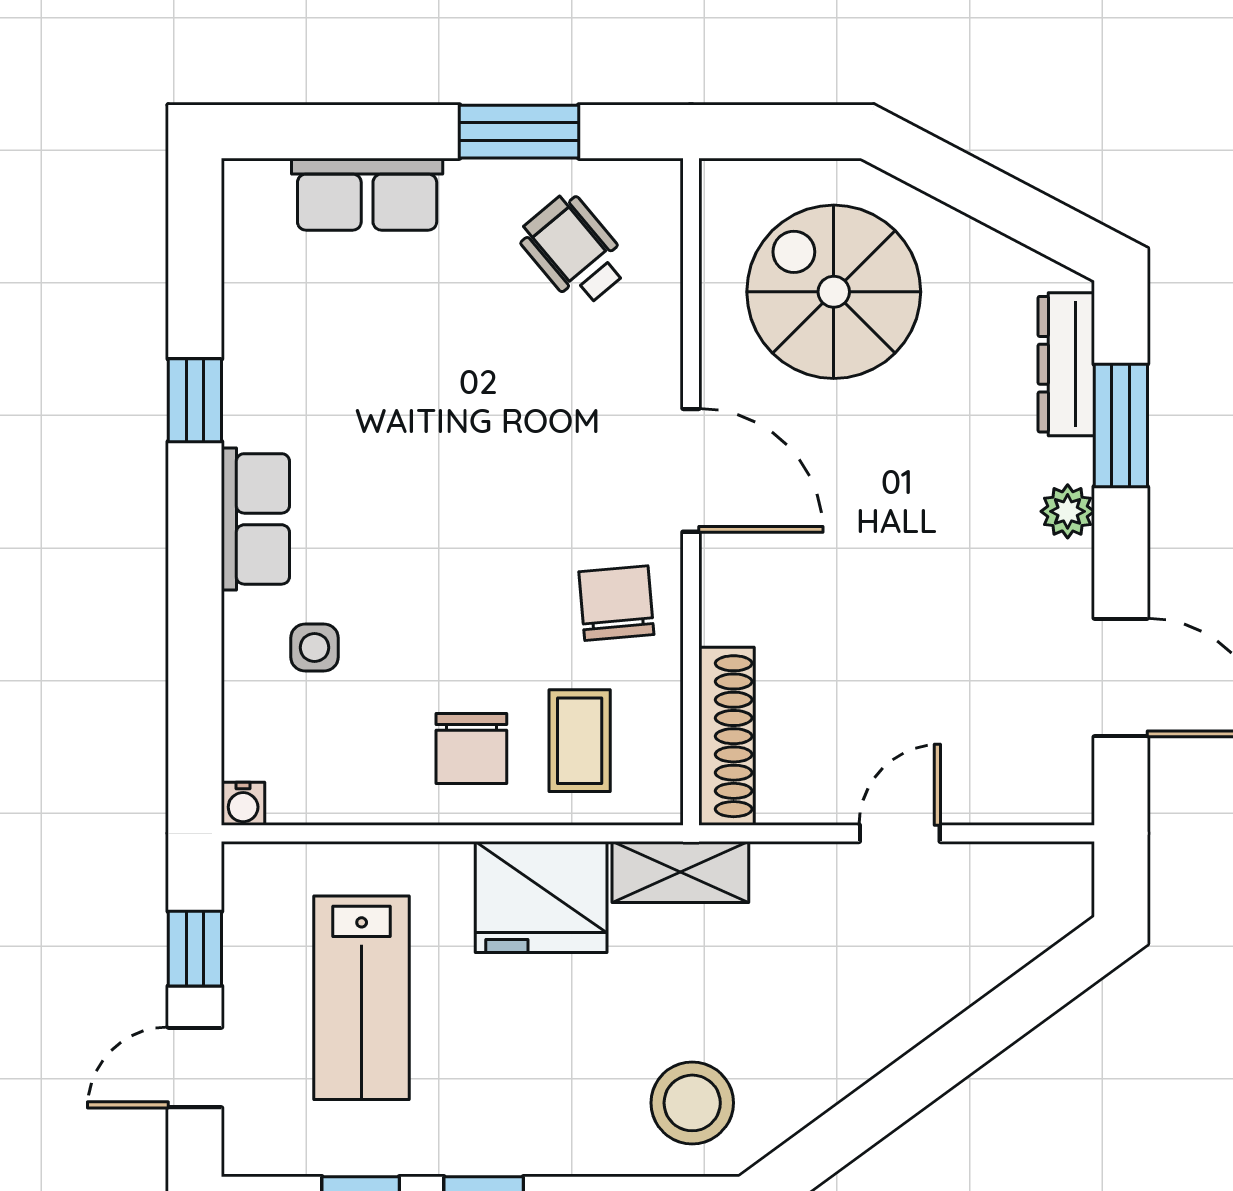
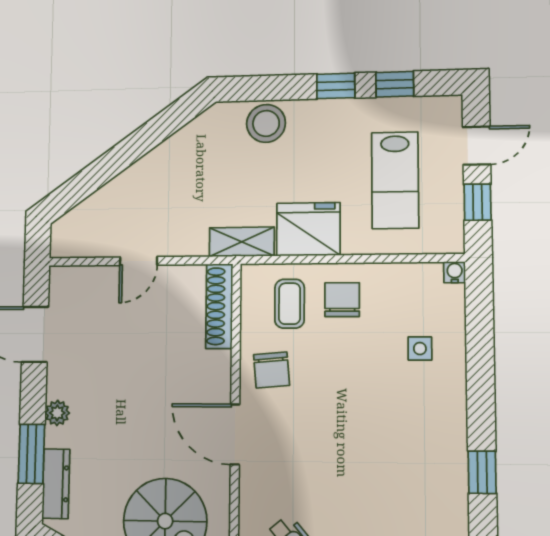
row of seats: (255, 519) -> (450, 412), removed
lab bench: (362, 998) -> (395, 180), turned 180
stool: (692, 1103) -> (266, 123), moved

